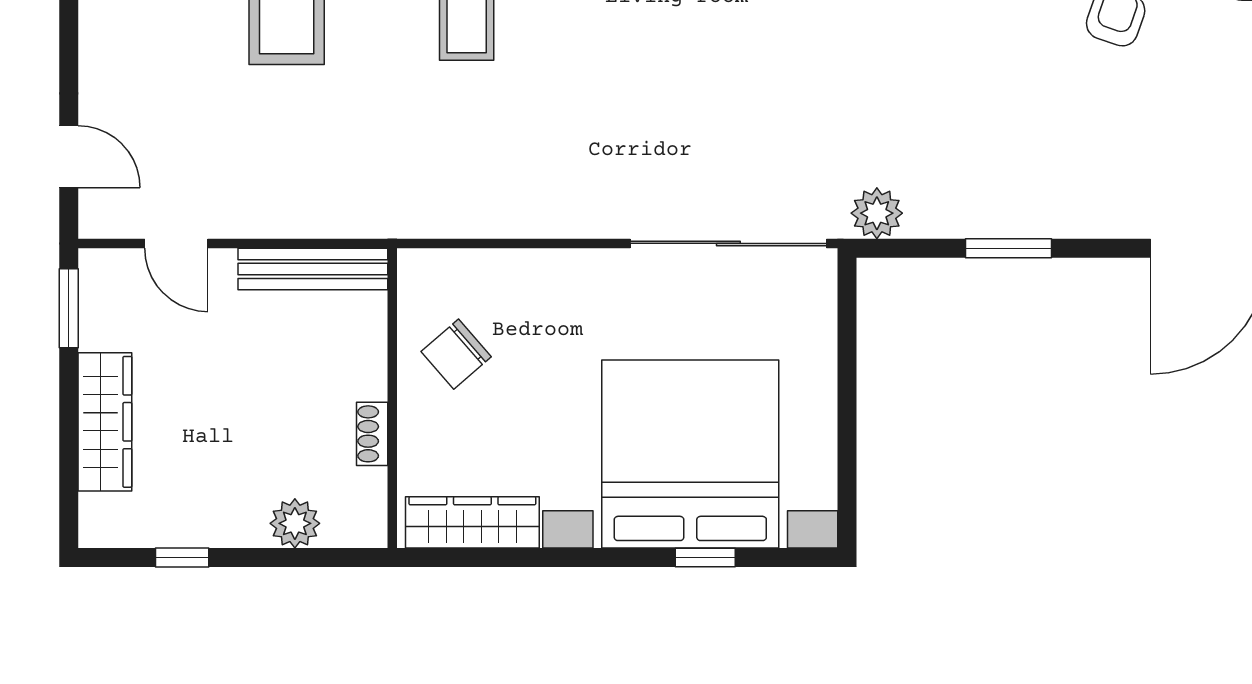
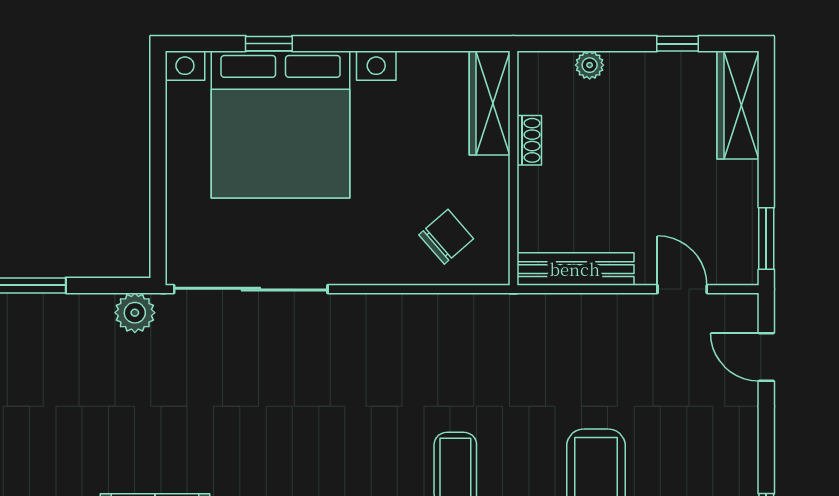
chair: (456, 354) -> (446, 237), moved
wardrobe: (105, 422) -> (738, 105), moved
wardrobe: (472, 522) -> (490, 103), moved, turned 90
plant: (295, 523) -> (590, 65), width x0.73, depth x0.73

